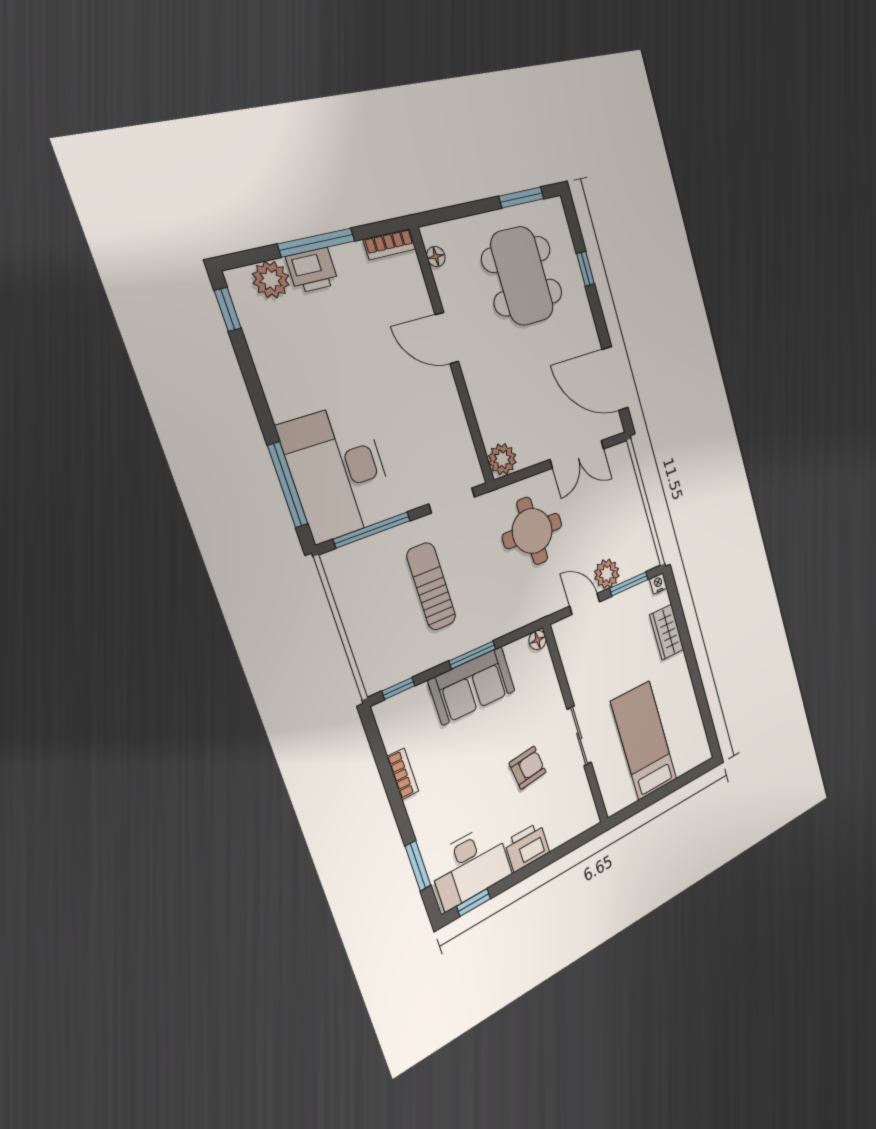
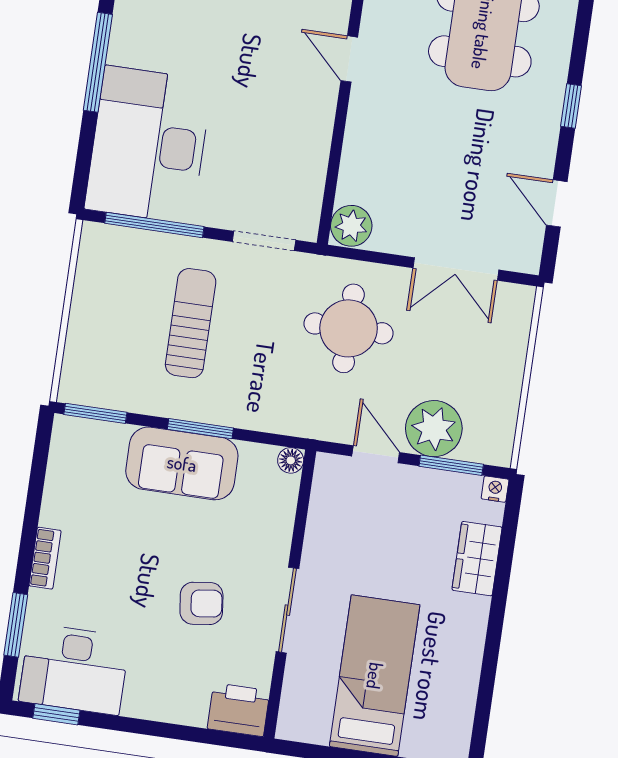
window: (586, 269) -> (571, 106), moved
door: (447, 338) -> (349, 59), width x0.73
door: (615, 379) -> (557, 203), width x0.53
window: (288, 485) -> (98, 62), moved
plant: (607, 574) -> (434, 429), width x1.36, depth x1.36
window: (398, 688) -> (95, 413), width x1.50
bookcase: (403, 774) -> (45, 558), moved
printer: (527, 847) -> (239, 710), moved

